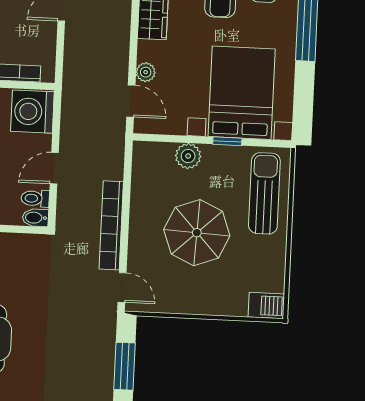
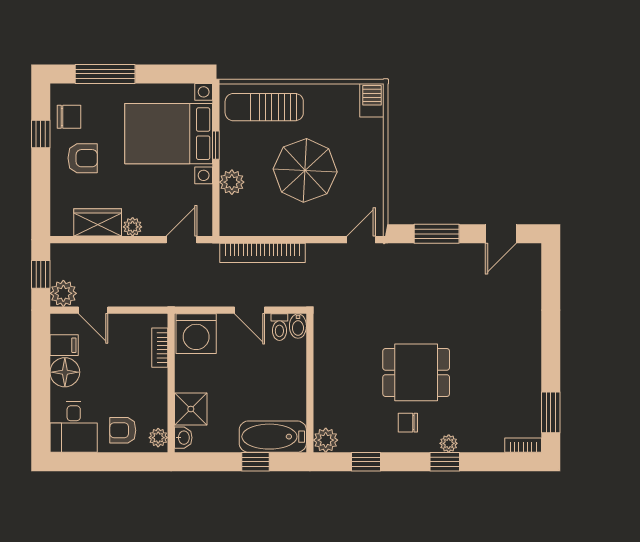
plant: (146, 72) -> (133, 227), moved
bookcase: (111, 225) -> (263, 253), moved

